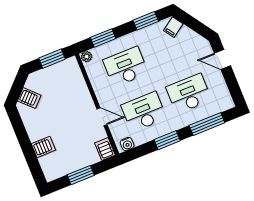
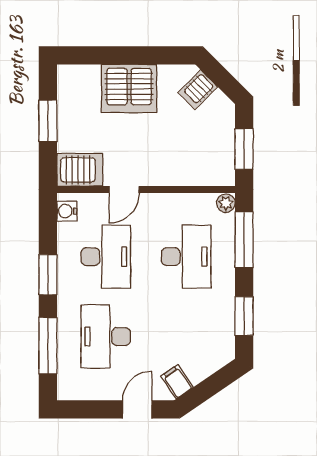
filing cabinet: (173, 27) -> (177, 382), moved
window: (103, 38) -> (244, 240), width x1.44
desk: (189, 94) -> (106, 337), turned 180
server rack: (43, 147) -> (129, 88), width x2.18, depth x1.44
server rack: (105, 149) -> (80, 170), width x1.36, depth x1.44

